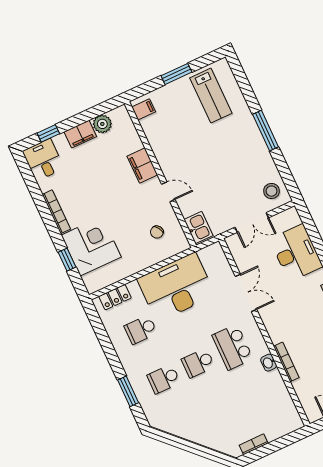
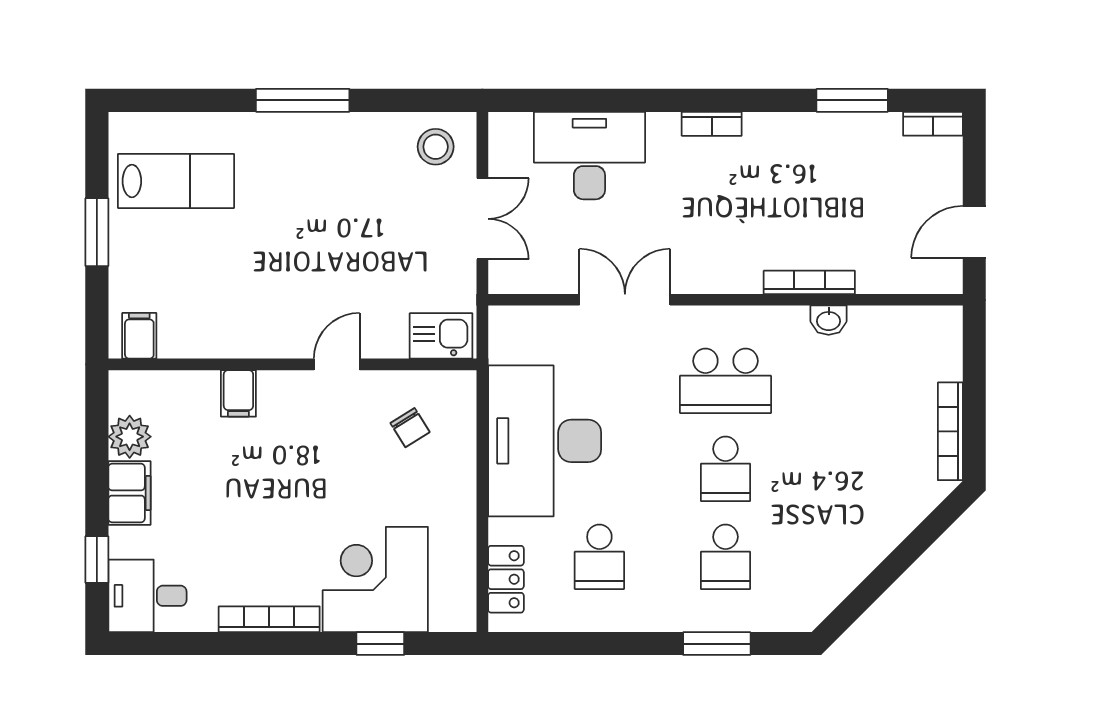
filing cabinet: (142, 165) -> (238, 393), width x0.50
washbasin: (269, 363) -> (829, 320), moved
bookcase: (254, 444) -> (950, 431), width x1.56

